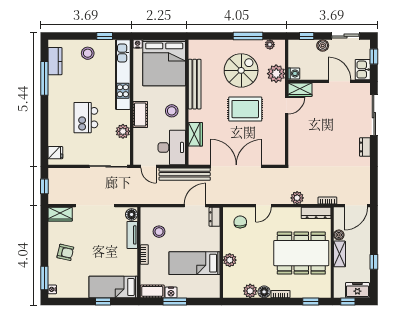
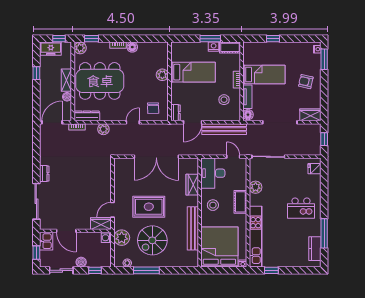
stool: (88, 53) -> (286, 255), removed
kitchen island: (86, 118) -> (301, 208), moved, turned 90
bench: (185, 174) -> (224, 129), moved
bed: (113, 287) -> (264, 75), moved
plant: (250, 291) -> (80, 48), moved

